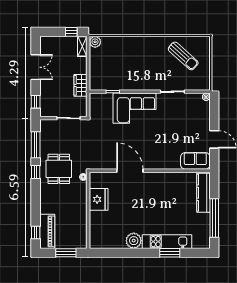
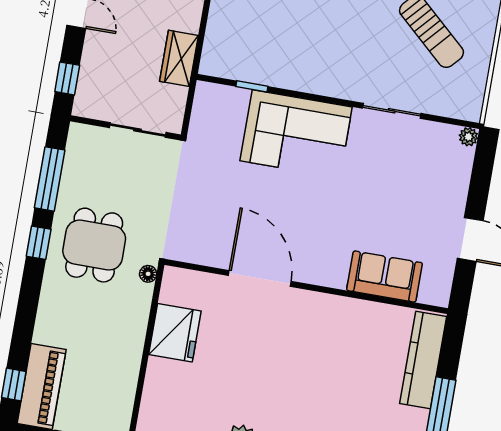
sofa: (195, 161) -> (384, 277), moved

